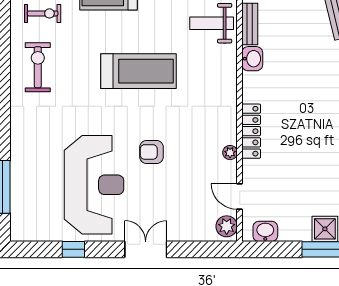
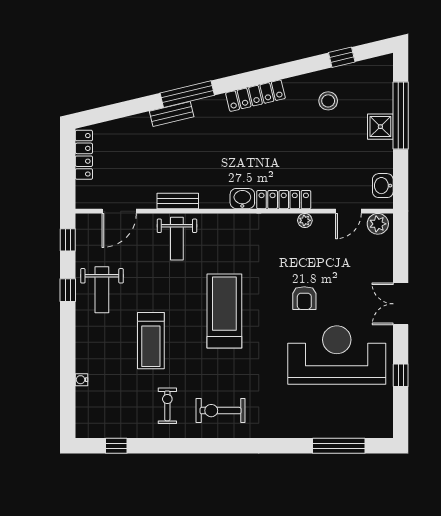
washbasin: (252, 59) -> (242, 199), moved

